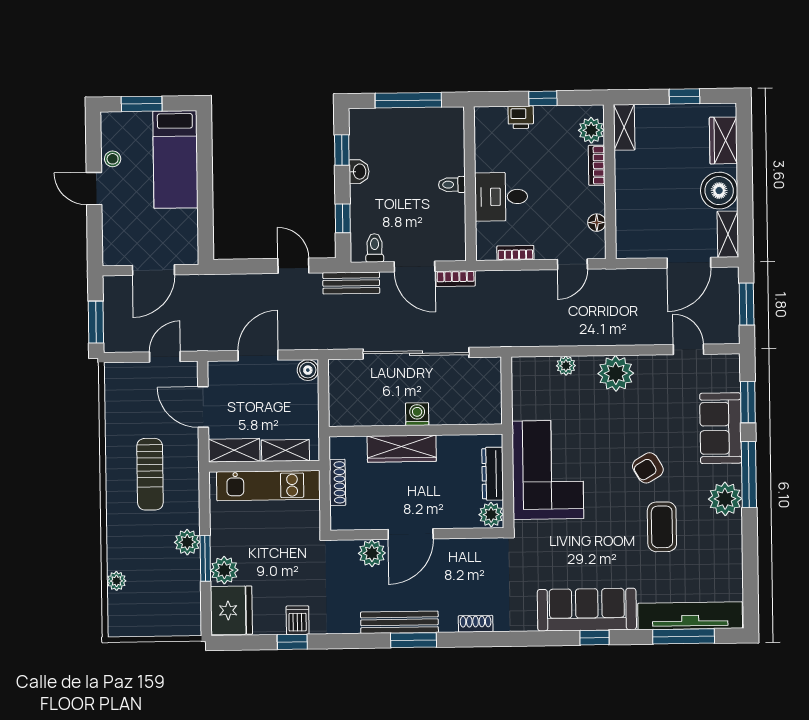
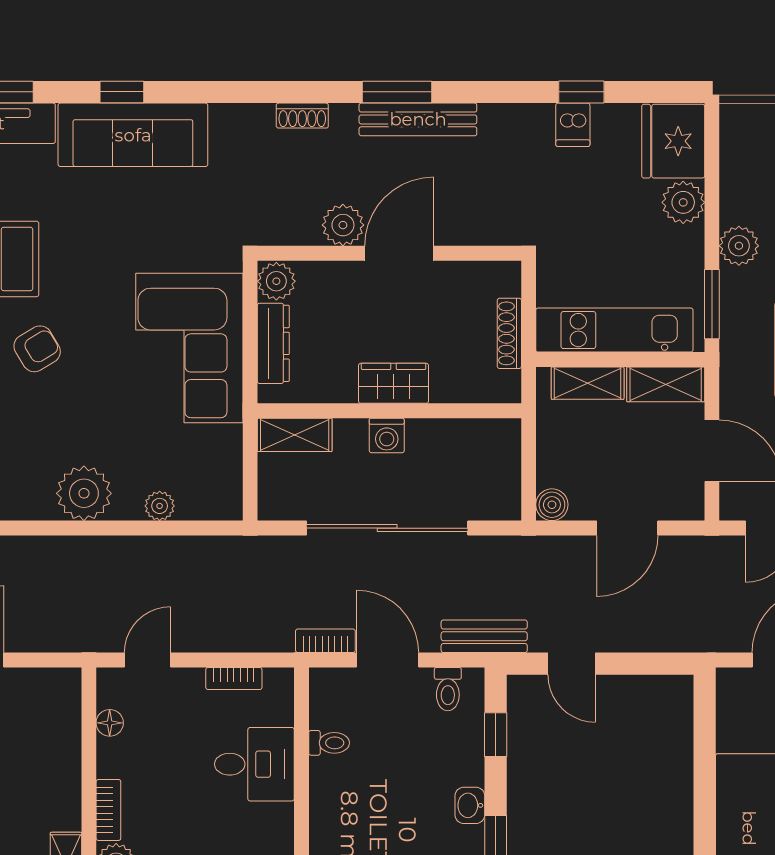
toilet: (452, 185) -> (329, 743), moved
shelving: (478, 414) -> (295, 435), added
wardrobe: (402, 449) -> (394, 383), width x0.67
plant: (372, 553) -> (343, 225), moved
window: (205, 558) -> (712, 304), moved

